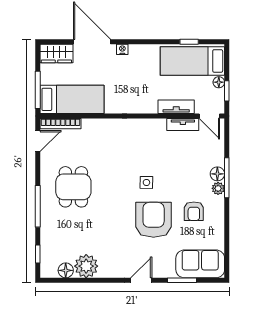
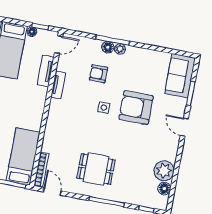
tv unit: (183, 124) -> (58, 85), moved
armchair: (194, 211) -> (98, 74), moved, turned 180

